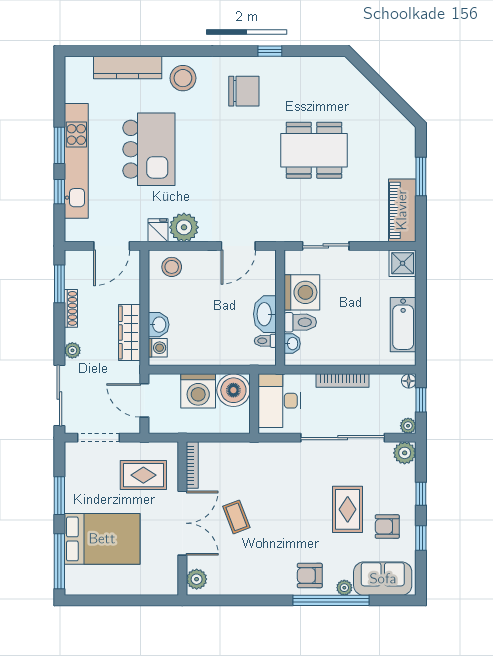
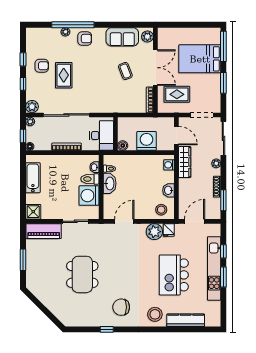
dining table: (314, 150) -> (82, 274), turned 90
piano: (402, 210) -> (44, 231), moved, turned 90
washbasin: (159, 325) -> (168, 190), moved
wardrobe: (129, 333) -> (185, 162), moved
boiler: (233, 390) -> (123, 146), width x0.54, depth x0.54
double door: (182, 523) -> (155, 68), swing flipped
sofa: (383, 579) -> (122, 37), moved

